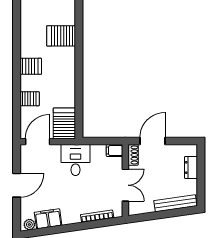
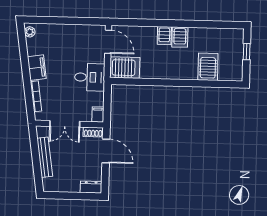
server rack: (30, 99) -> (164, 36), moved
dresser: (191, 167) -> (91, 187), moved
door: (17, 185) -> (67, 21), removed
bench: (175, 203) -> (45, 157), moved
filing cabinet: (48, 219) -> (37, 68), moved

